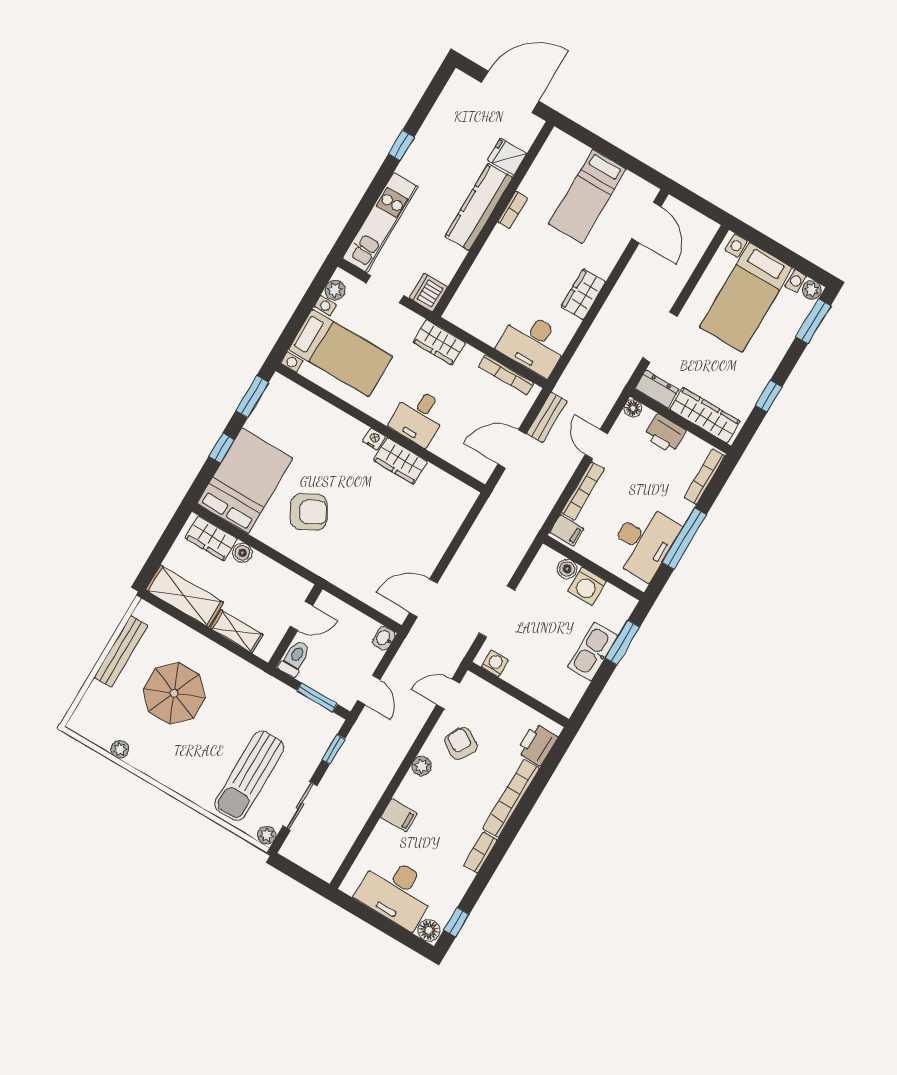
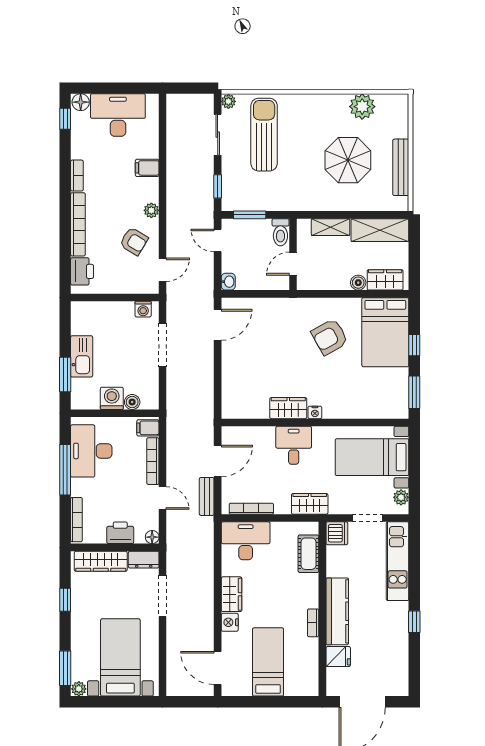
nightstand: (603, 265) -> (230, 622), added
cot: (473, 289) -> (308, 554), added
plant: (120, 749) -> (362, 107), width x1.88, depth x1.88

